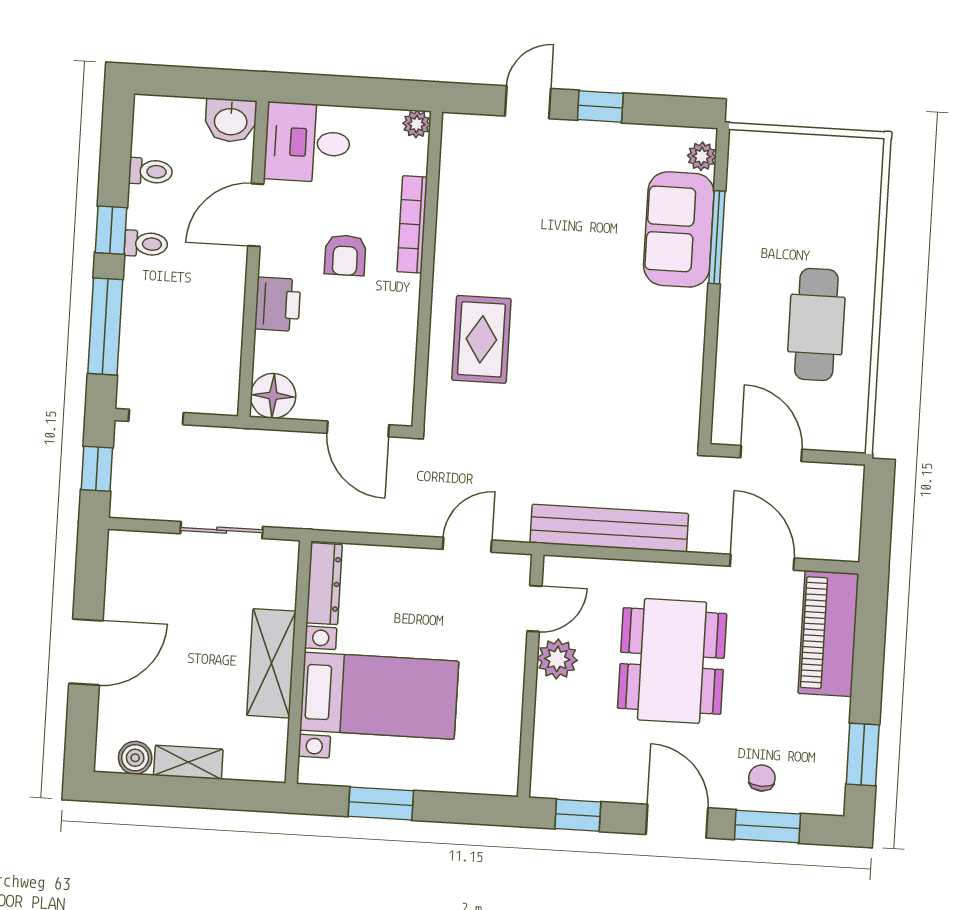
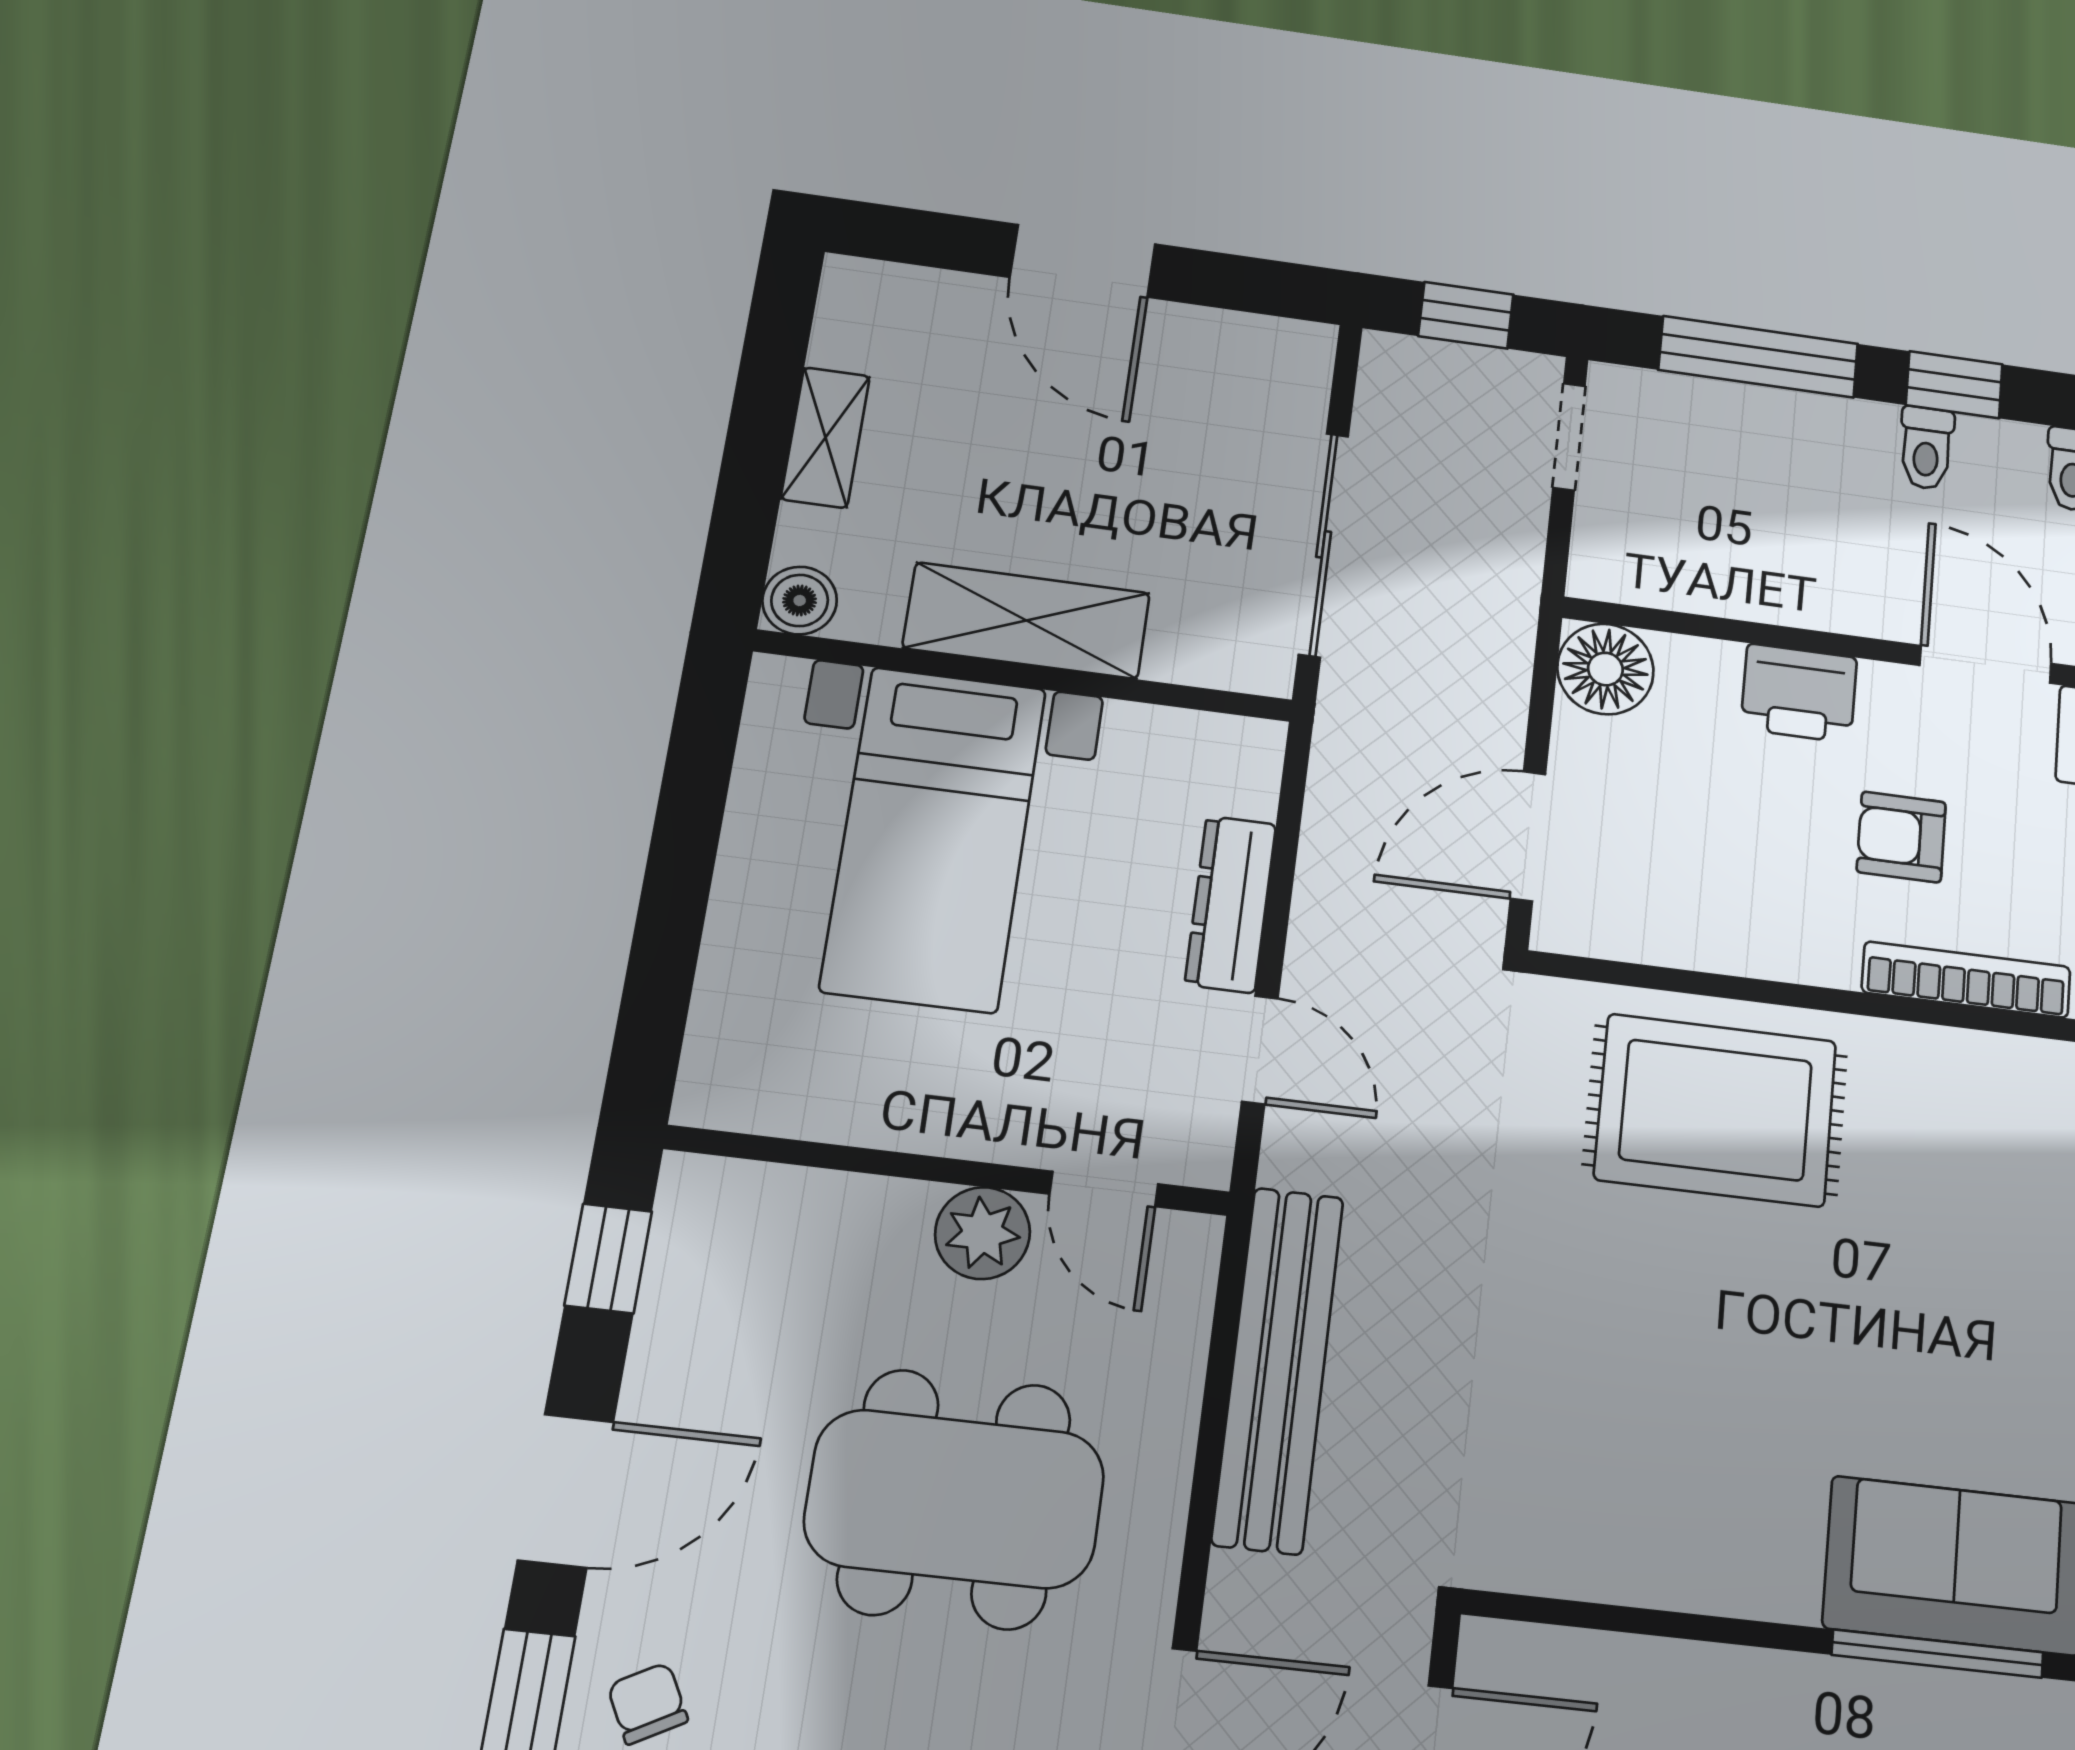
rug: (481, 339) -> (1716, 1110), width x1.36, depth x1.43
sliding door: (222, 530) -> (1324, 544), width x1.37
dresser: (324, 584) -> (1231, 904), moved, turned 90
boiler: (135, 758) -> (800, 600), moved
chair: (762, 778) -> (648, 1703), turned -118
window: (381, 804) -> (688, 824), removed

